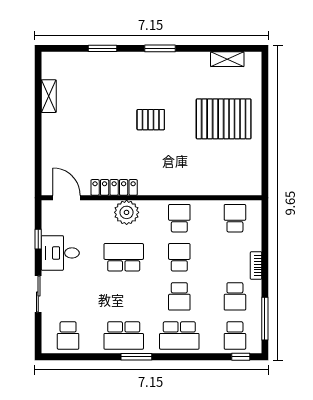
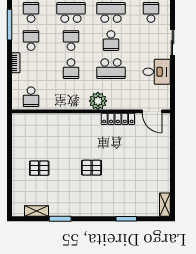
window: (160, 48) -> (60, 219), moved
shelving: (49, 96) -> (165, 205), moved
pallet: (224, 119) -> (39, 168), width x0.49, depth x0.50
plant: (127, 212) -> (98, 101), moved
school desk: (179, 218) -> (111, 41), moved
window: (38, 239) -> (172, 82), removed

